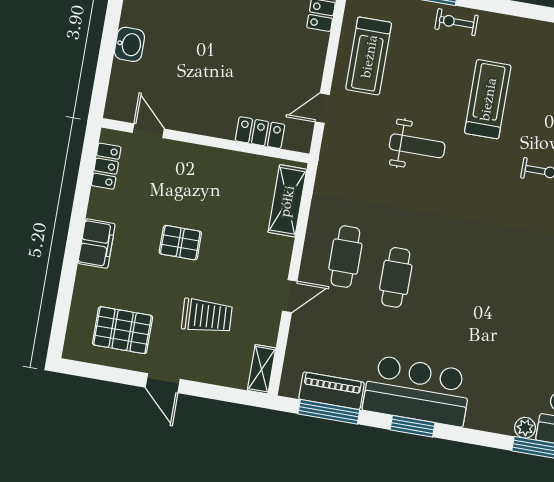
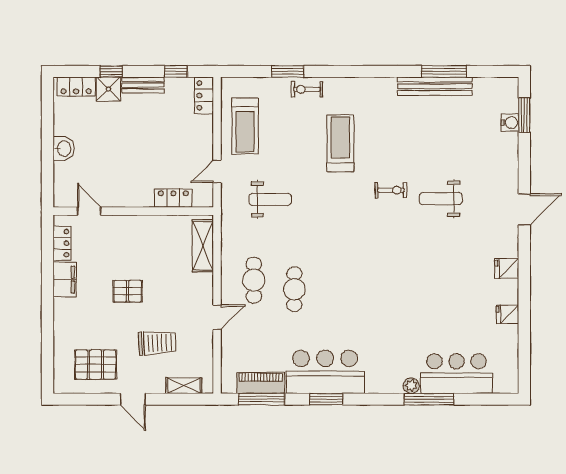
weight bench: (417, 146) -> (270, 199), moved
filing cabinet: (97, 244) -> (65, 280), moved
shelving: (262, 369) -> (184, 386), moved, turned 90

